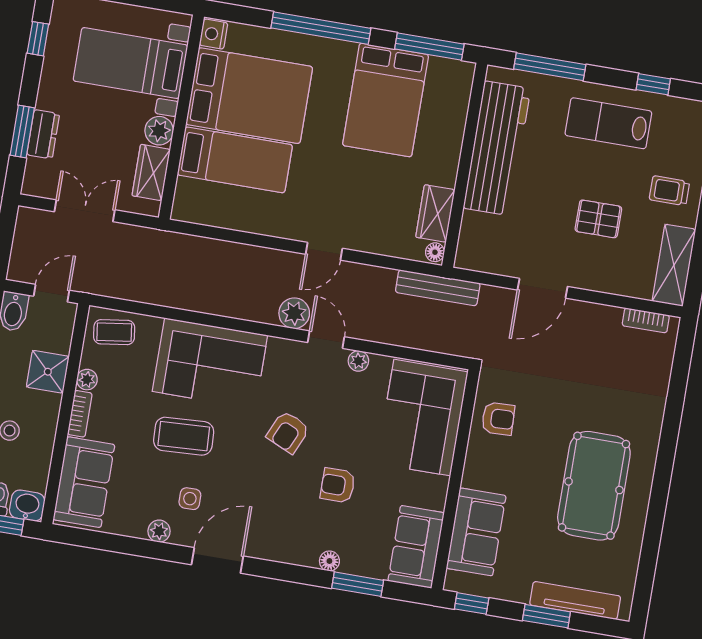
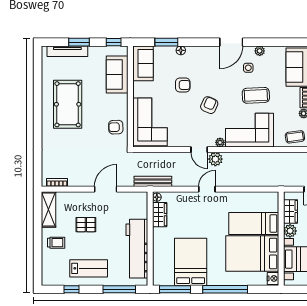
plant: (358, 361) -> (220, 142), moved

